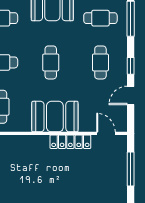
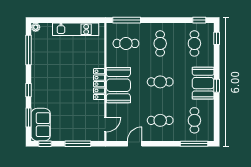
window: (131, 66) -> (158, 144), removed
door: (131, 95) -> (135, 144), hinge flipped
locker: (70, 142) -> (99, 84), moved

